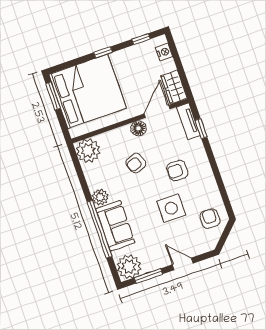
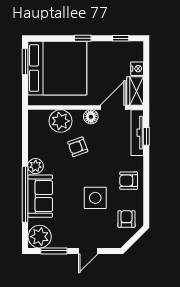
nightstand: (164, 52) -> (137, 69), moved
tv unit: (188, 121) -> (137, 133), width x1.41
plant: (88, 151) -> (60, 121), moved
armchair: (177, 171) -> (129, 181), moved
door: (183, 264) -> (88, 251), swing flipped

